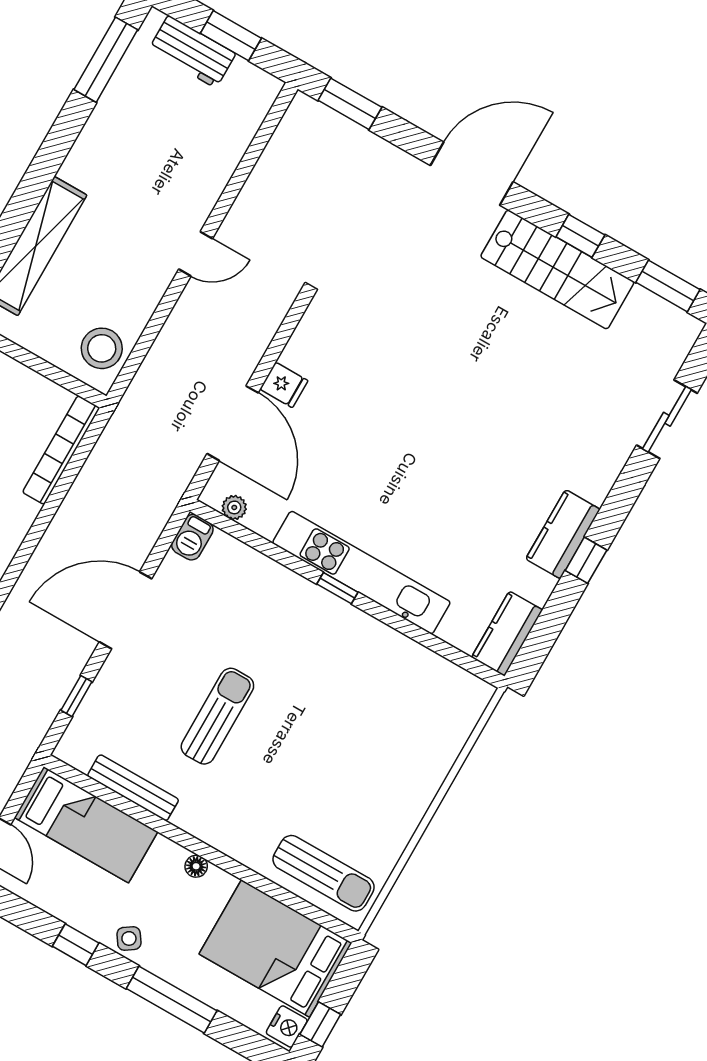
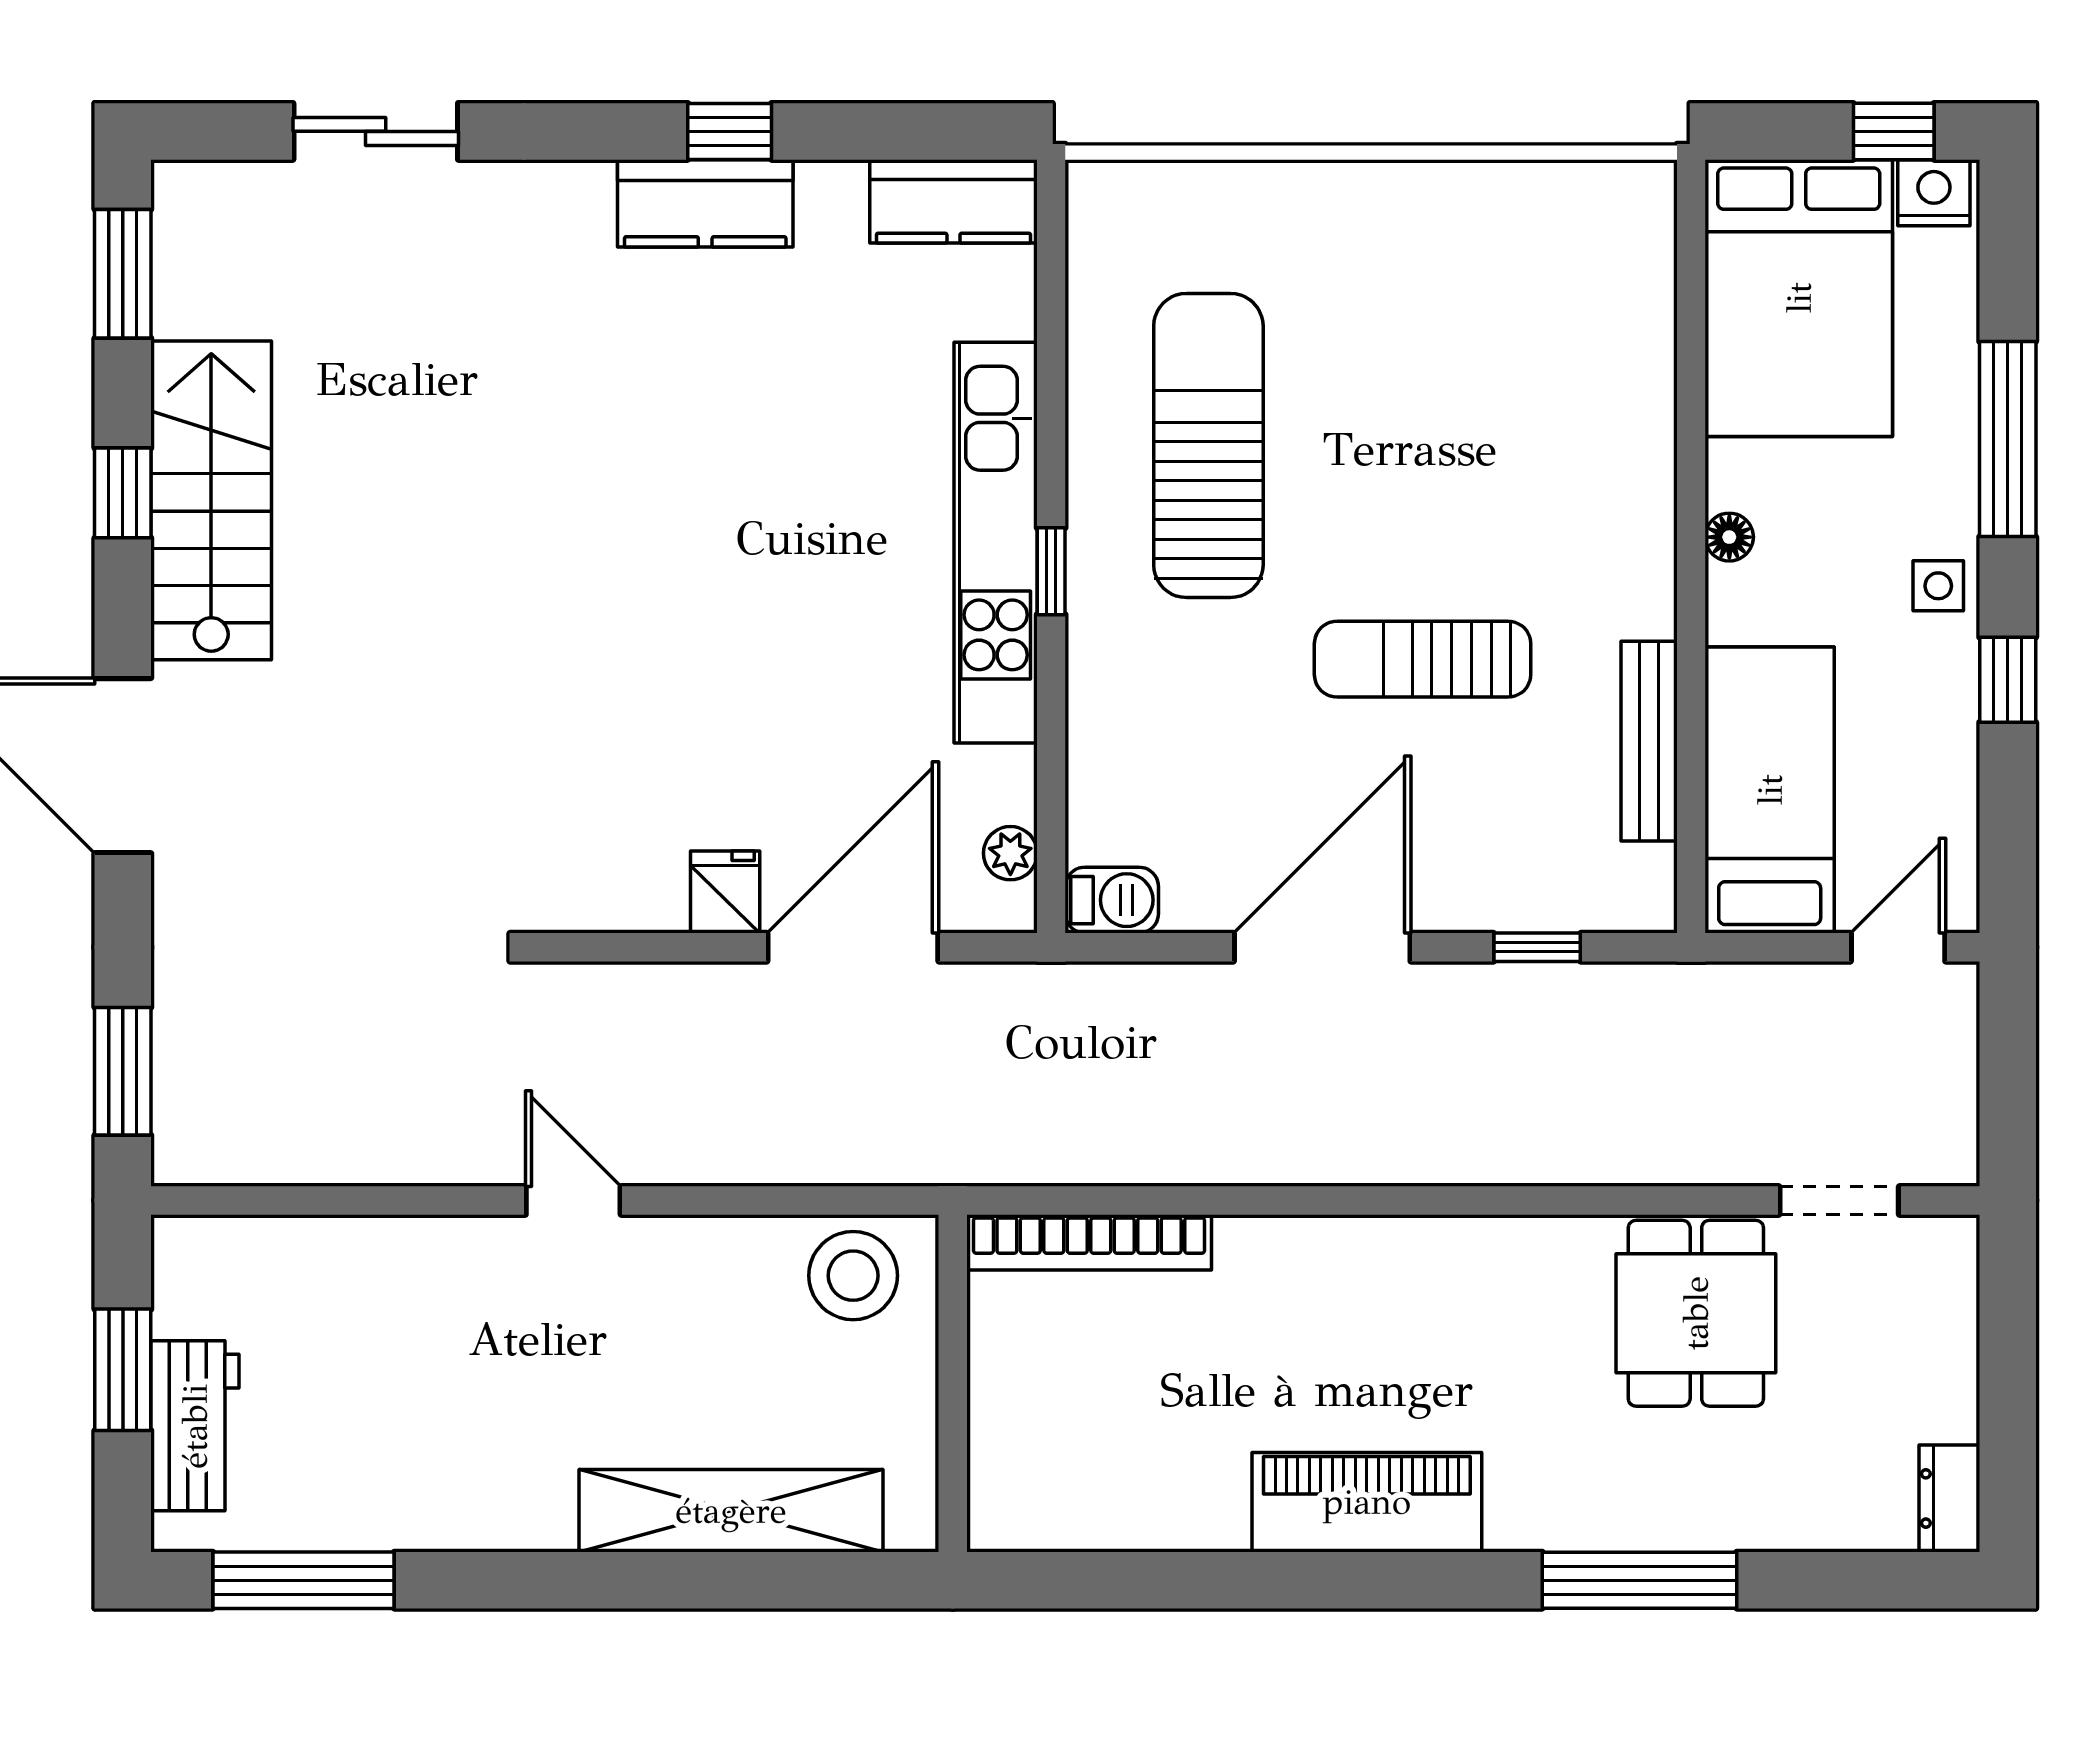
door: (126, 610) -> (1322, 947), swing flipped
sun lounger: (324, 873) -> (1208, 445), moved, width x1.36, depth x1.34
side table: (129, 938) -> (1938, 586), turned 34

